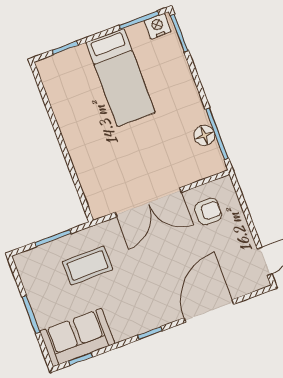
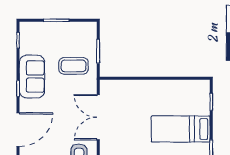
coffee table: (87, 266) -> (73, 66), turned 90
door: (209, 311) -> (18, 130), hinge flipped
sofa: (77, 337) -> (32, 77), moved

